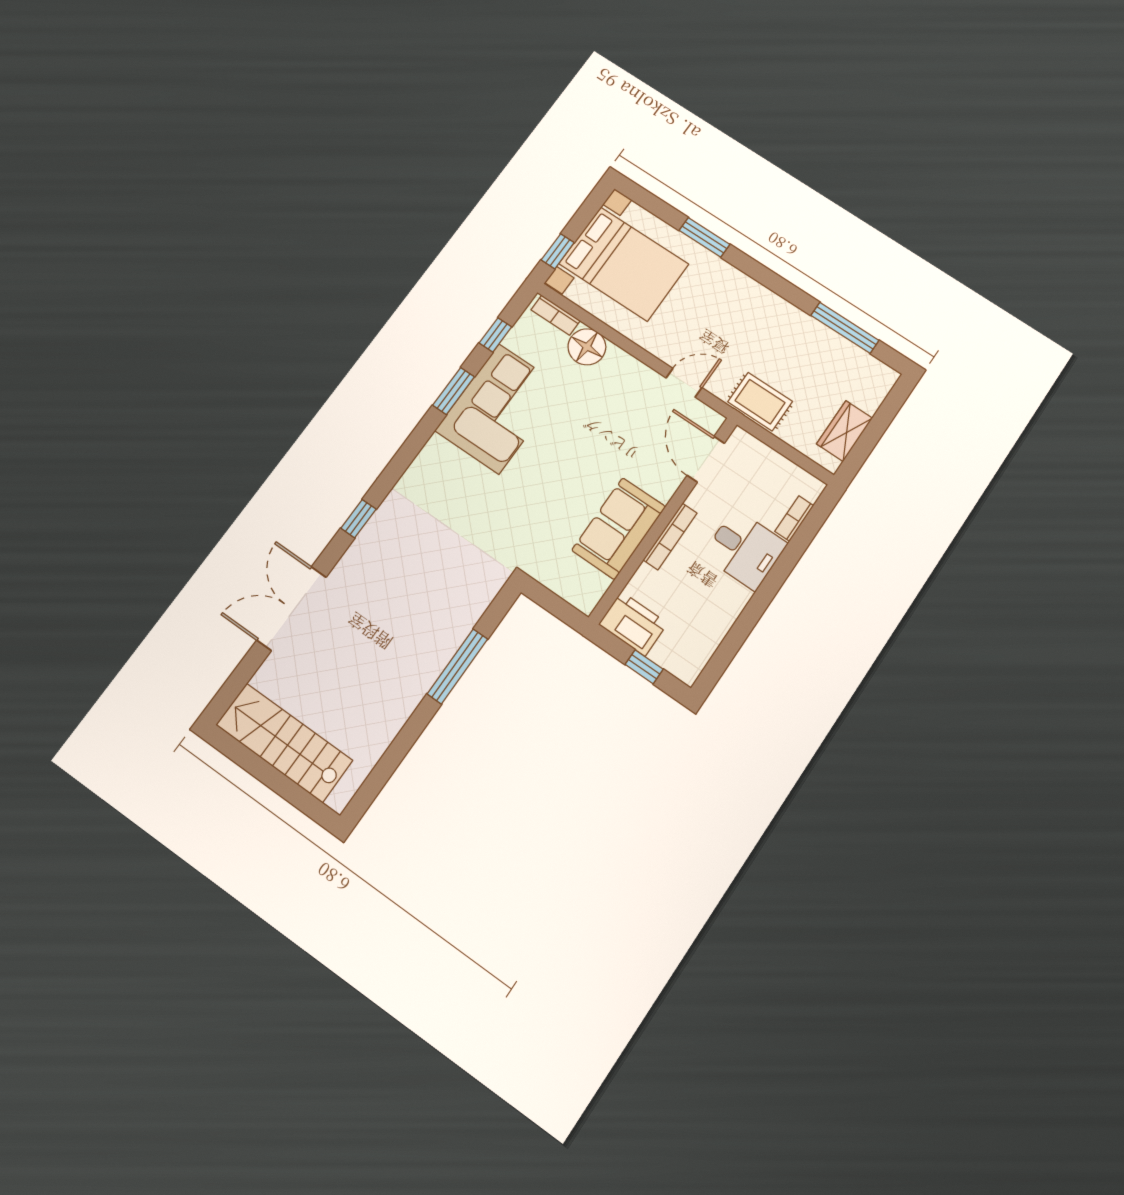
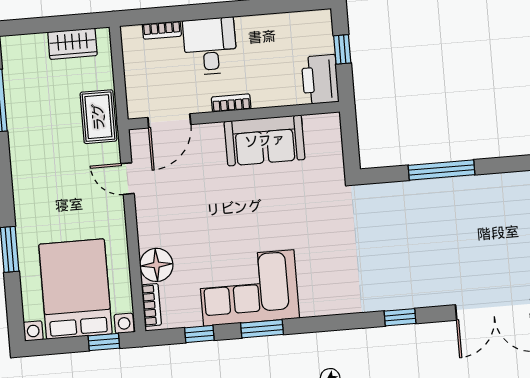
bookcase: (670, 536) -> (231, 103), width x0.64

